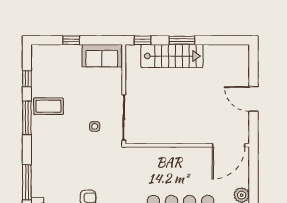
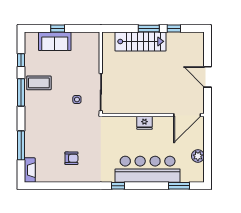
window: (143, 40) -> (174, 29), moved
sofa: (102, 56) -> (55, 41), moved
fridge: (177, 155) -> (144, 123), added

